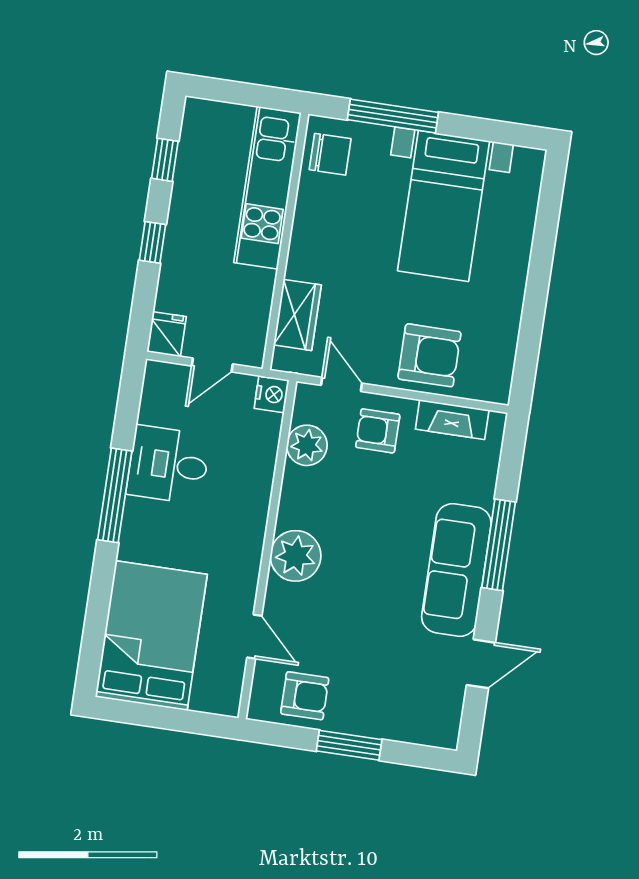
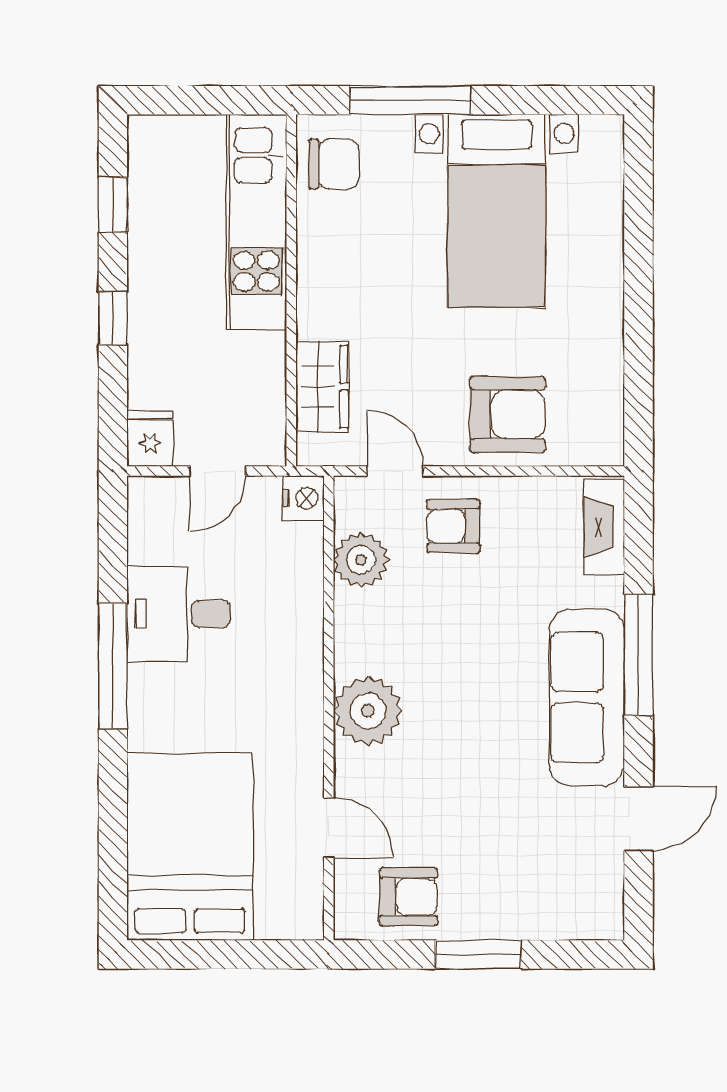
fireplace: (452, 420) -> (604, 527), moved, turned 90

